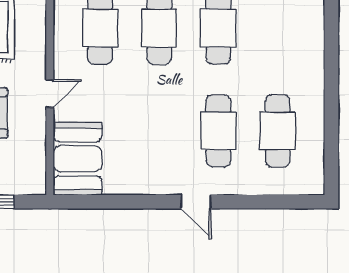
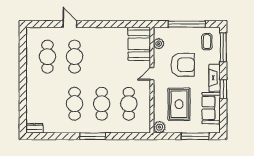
plant: (35, 159) -> (159, 44), added
door: (196, 202) -> (70, 24), moved

